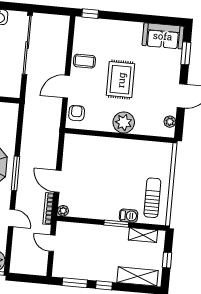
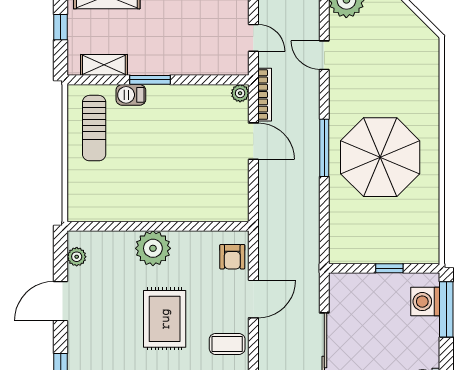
door: (11, 218) -> (324, 55), moved

